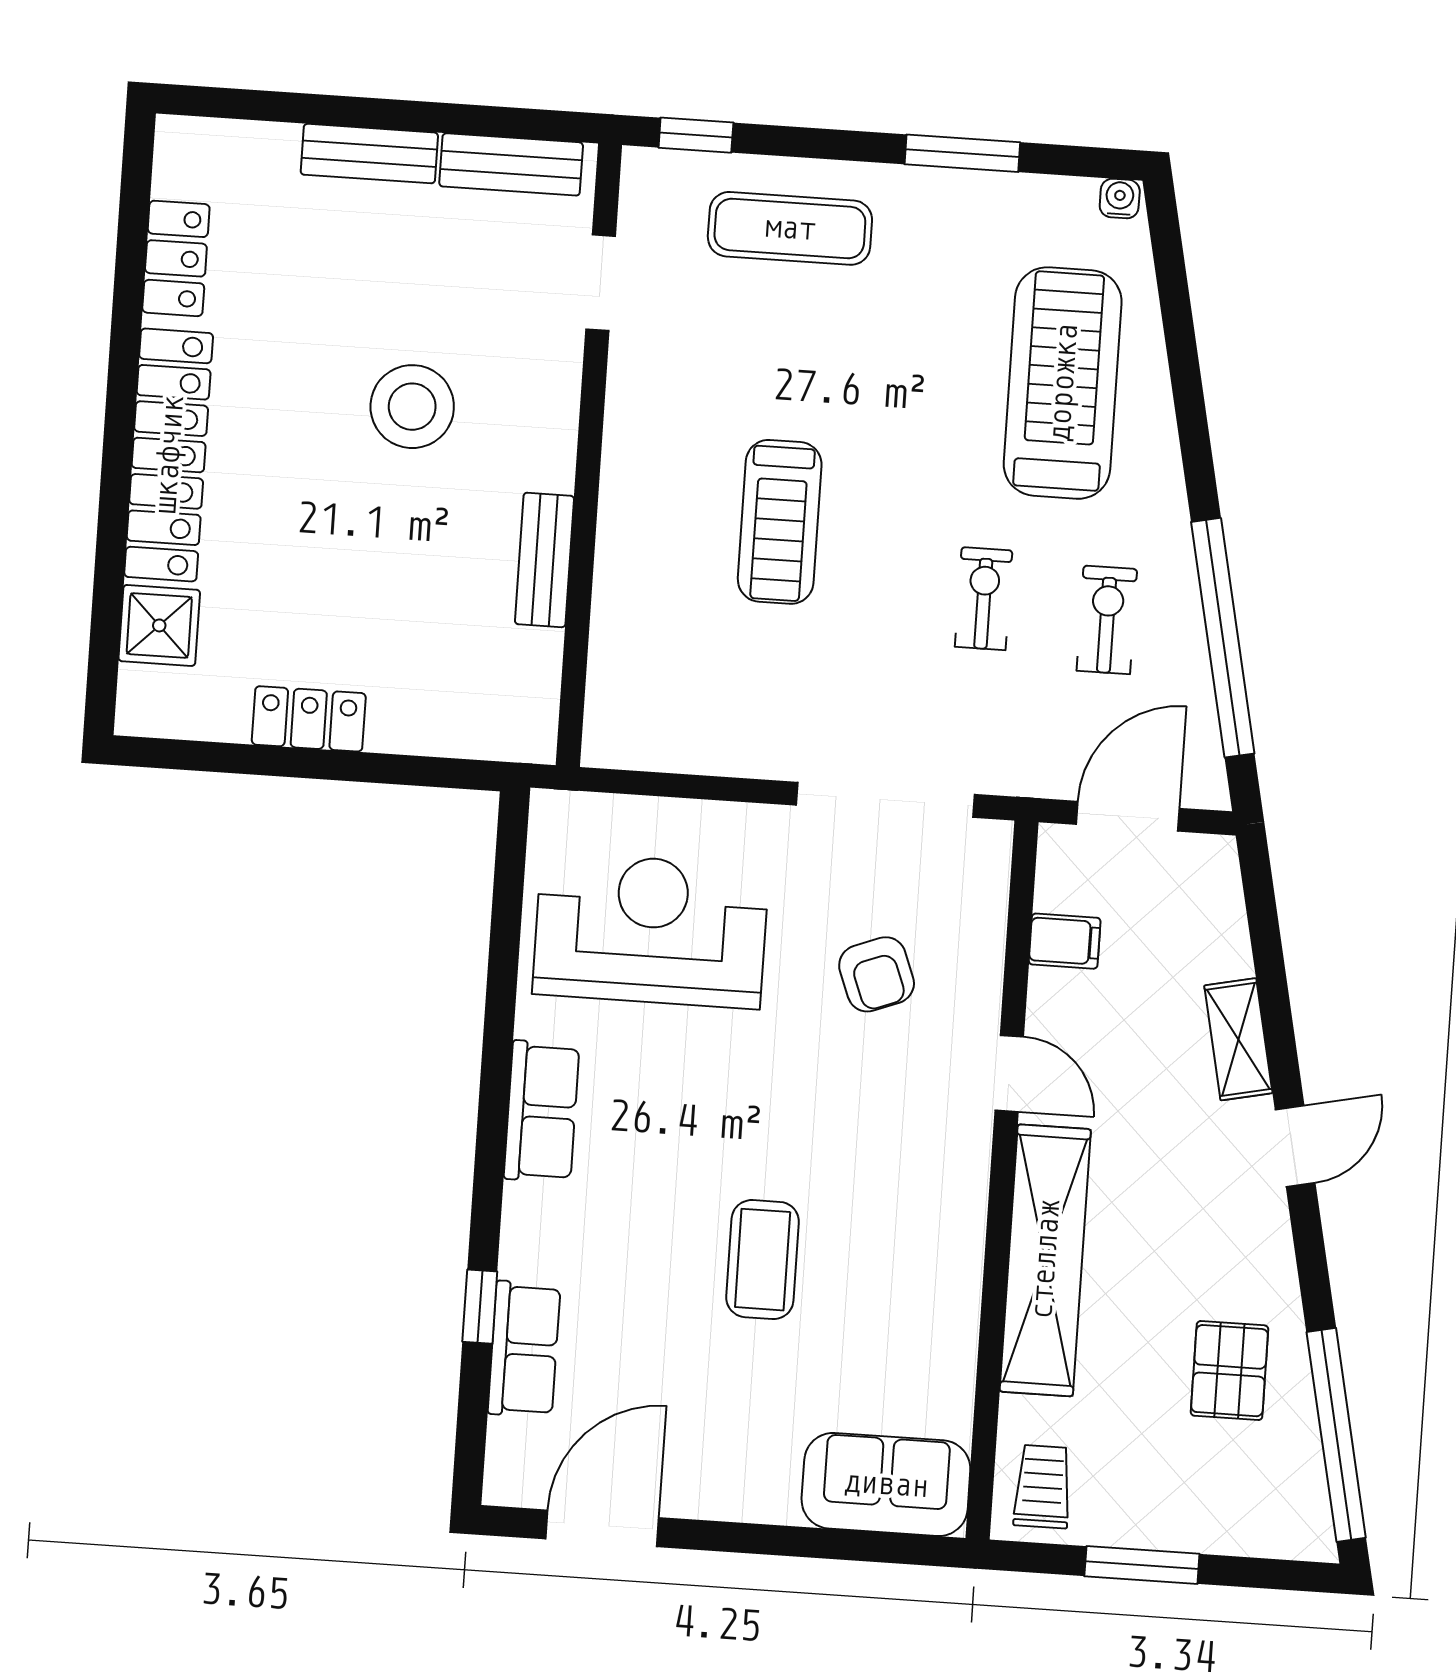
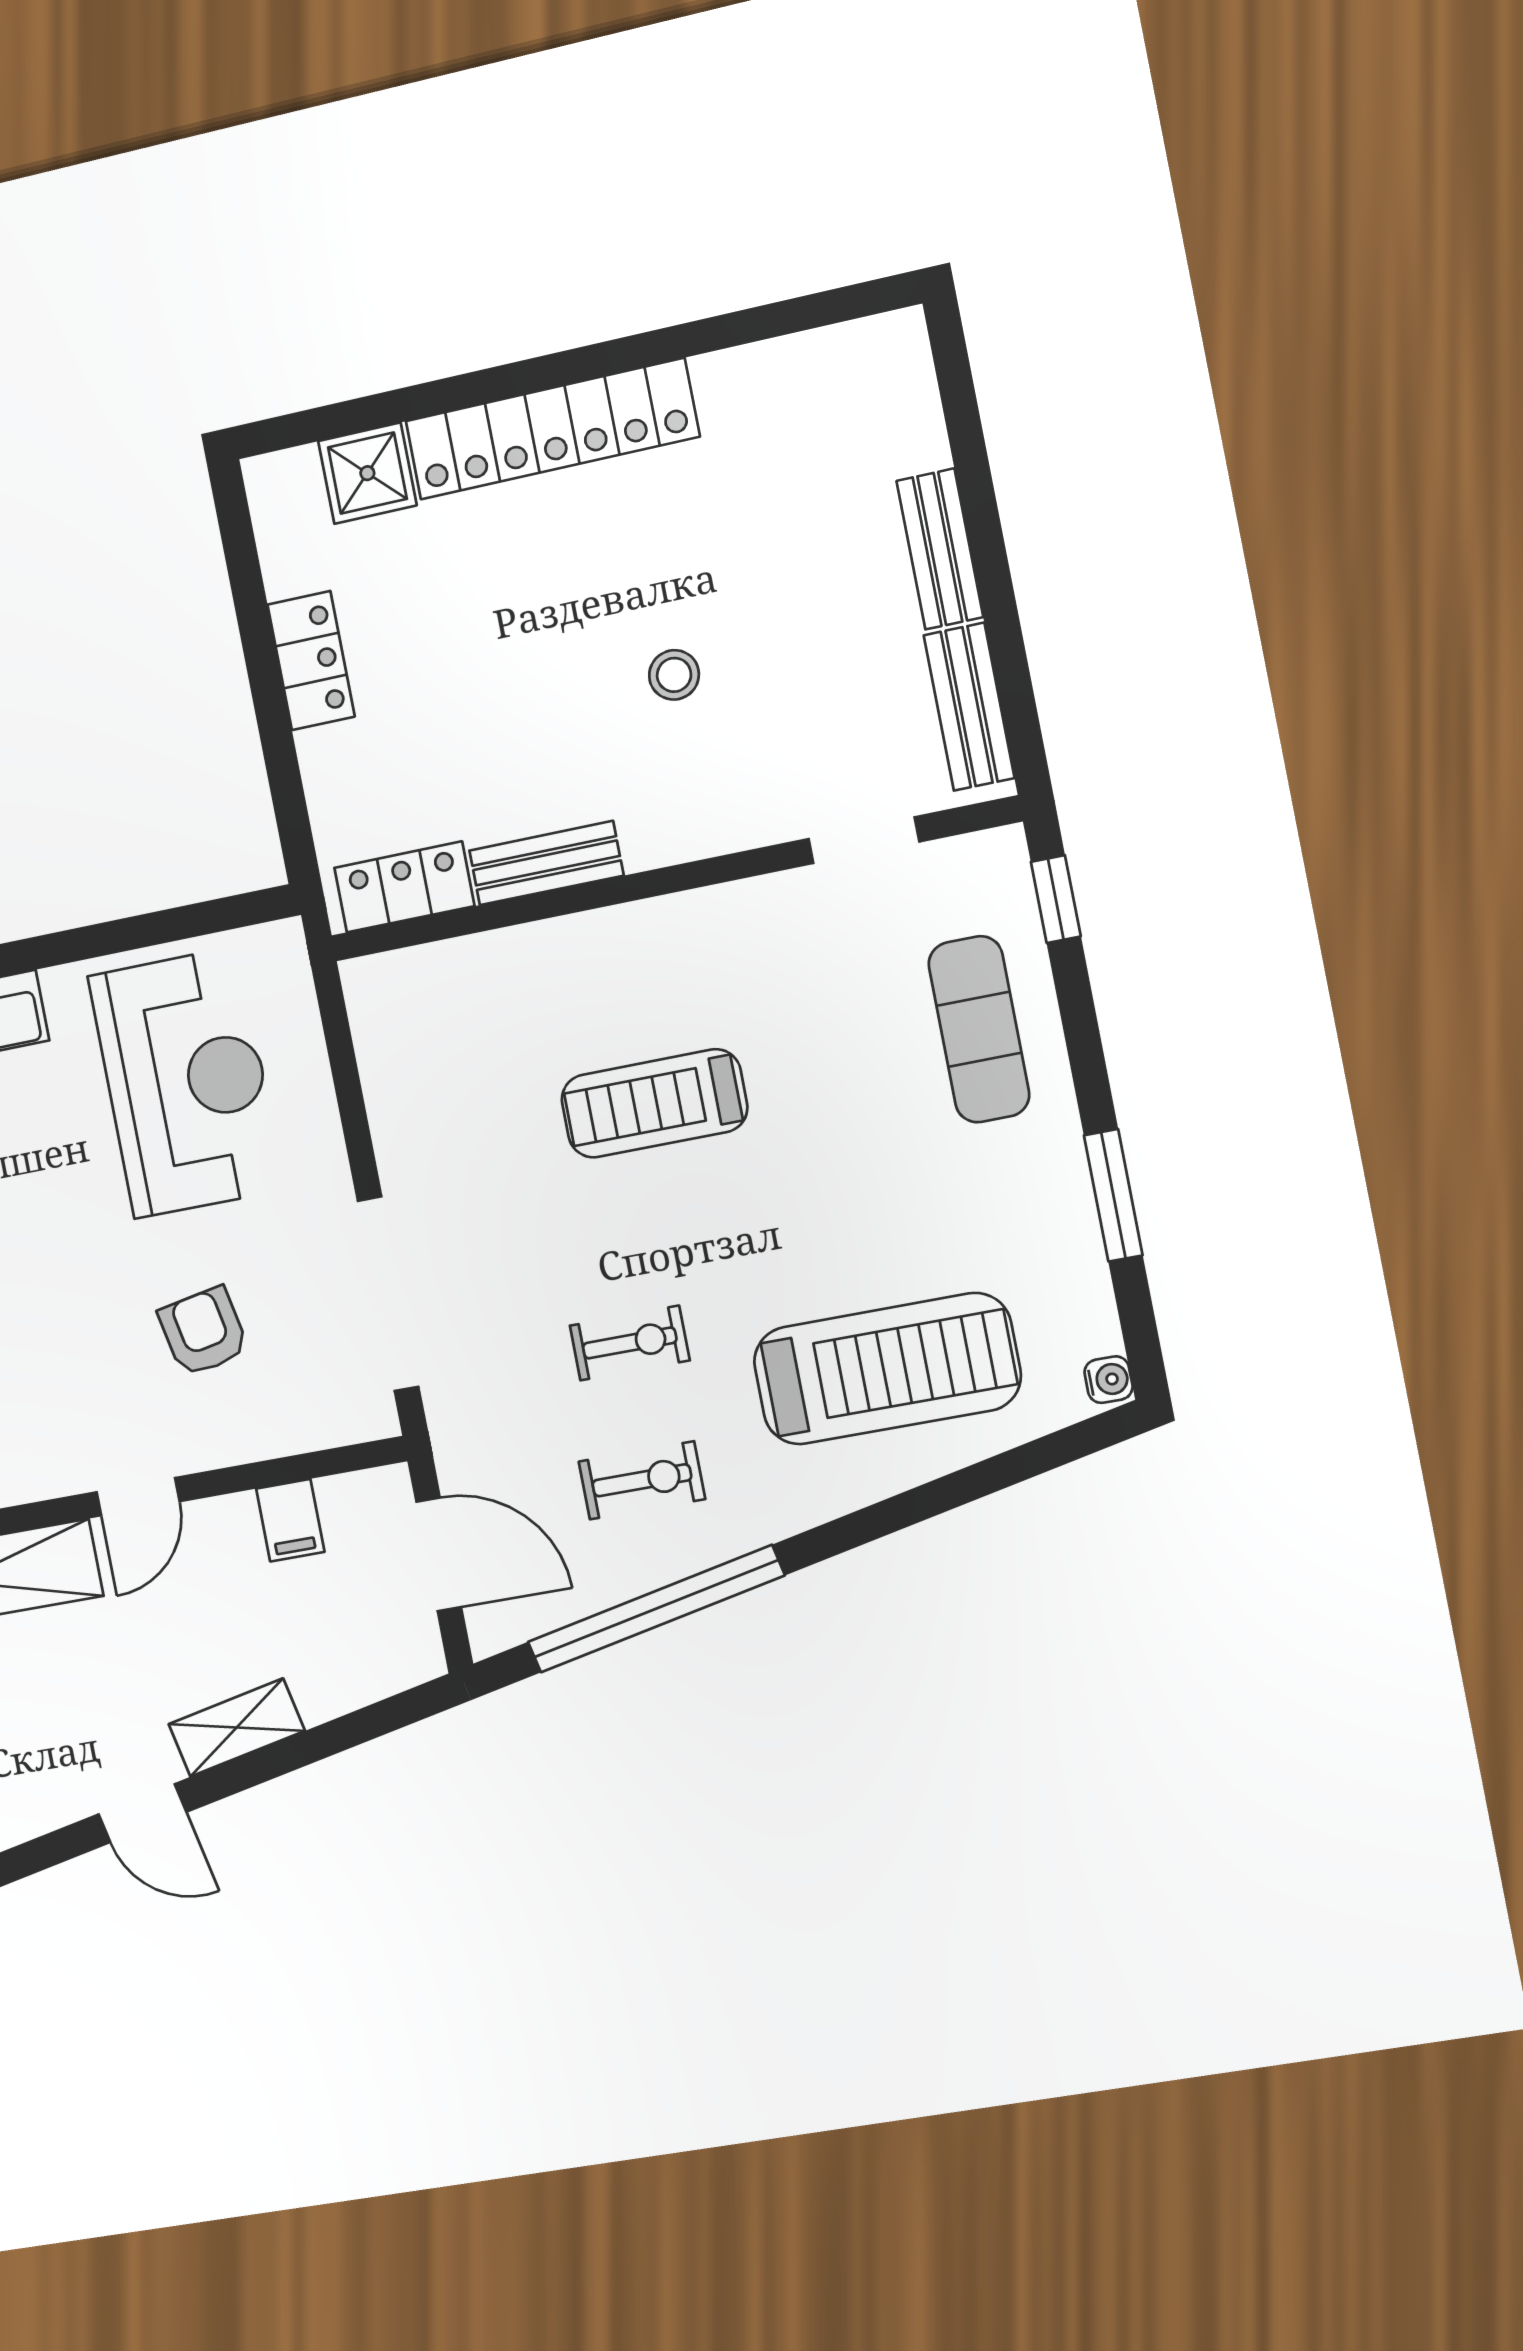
locker: (176, 258) -> (404, 887), moved, turned 180
stool: (412, 407) -> (674, 675), width x0.53, depth x0.53
armchair: (877, 974) -> (203, 1332), turned 100

